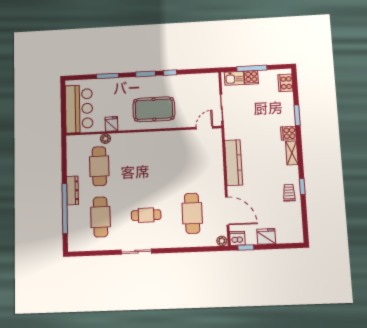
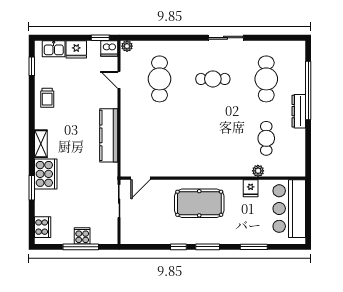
kitchen sink: (234, 78) -> (54, 49), moved, turned 180
cooker: (289, 133) -> (46, 174), width x1.87, depth x1.31
cafe table: (99, 166) -> (266, 138), width x0.73, depth x0.74
window: (302, 187) -> (32, 66), moved
door: (227, 211) -> (119, 80), width x0.53

